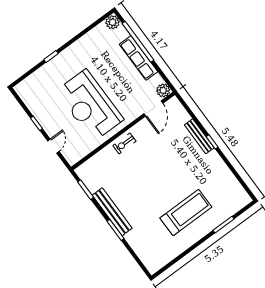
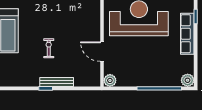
row of seats: (139, 58) -> (187, 34), moved, turned -90
door: (153, 109) -> (102, 52), moved
exercise bike: (124, 143) -> (49, 48), moved

